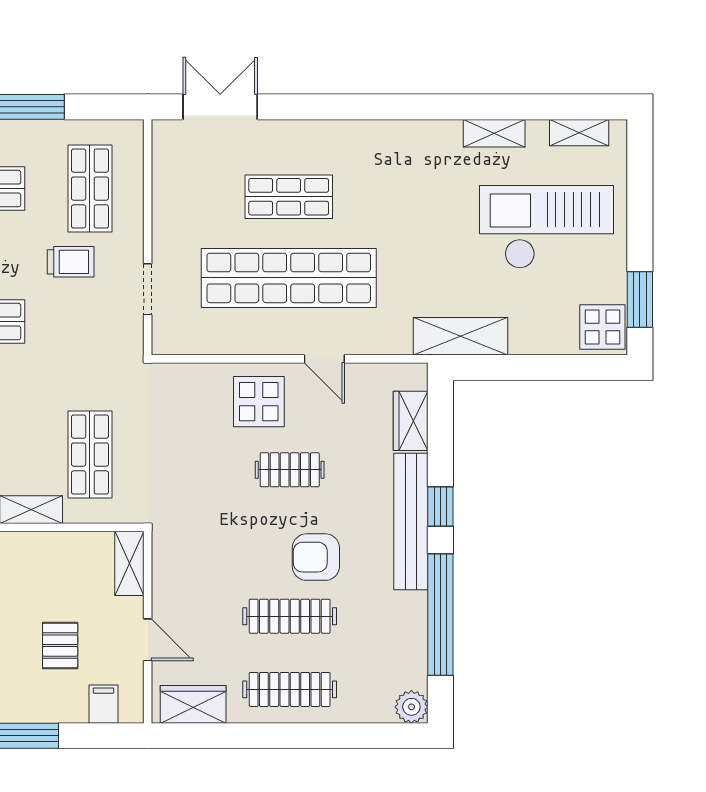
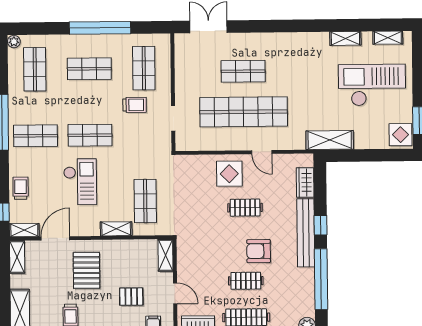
clothes rail: (290, 616) -> (246, 281), width x0.73
pallet: (60, 646) -> (131, 297), turned 90

